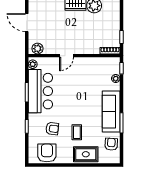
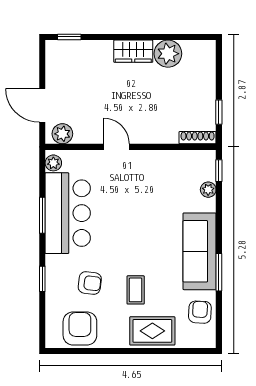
door: (27, 23) -> (42, 105), moved
door: (67, 56) -> (117, 147), swing flipped

